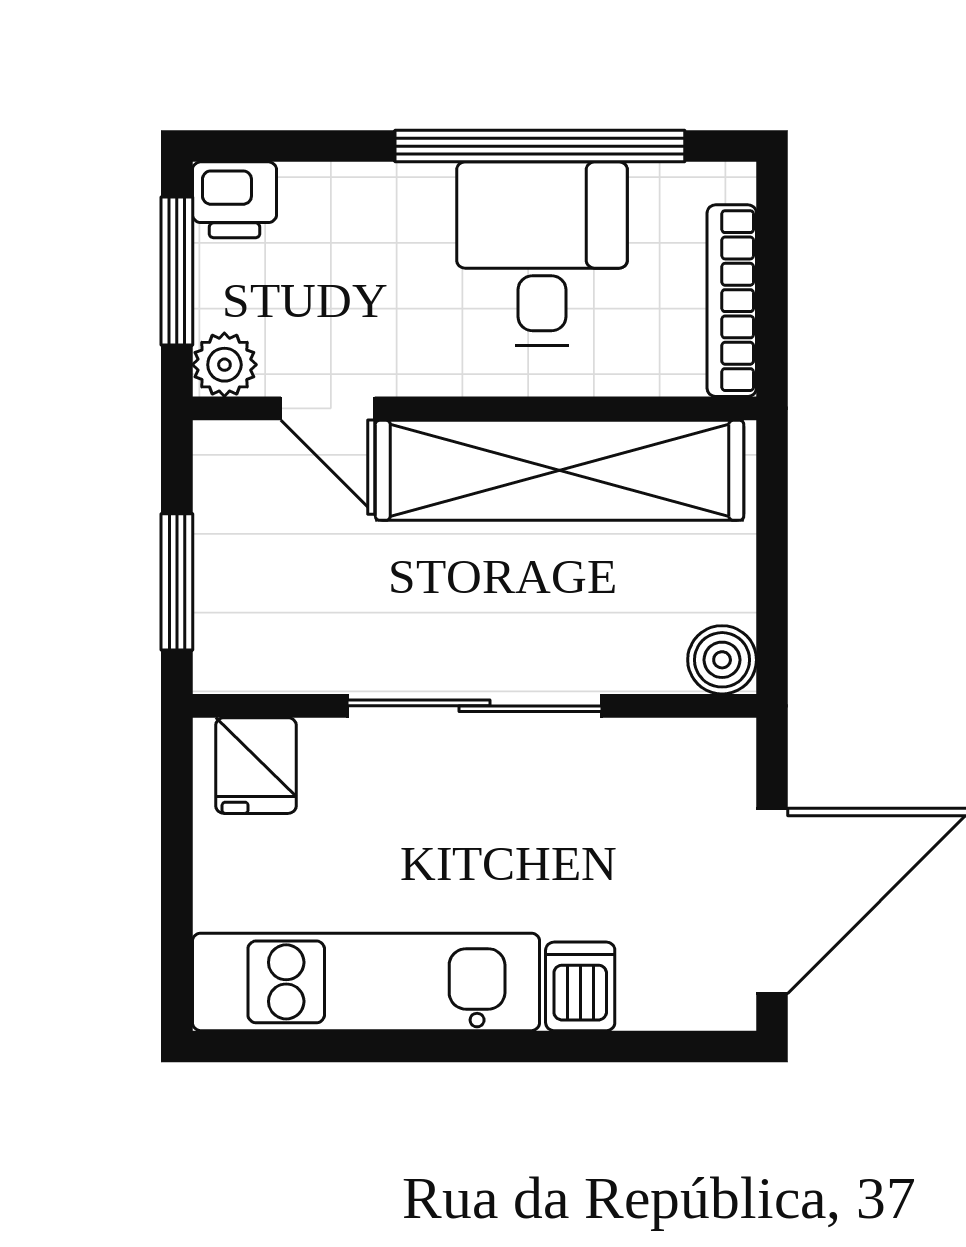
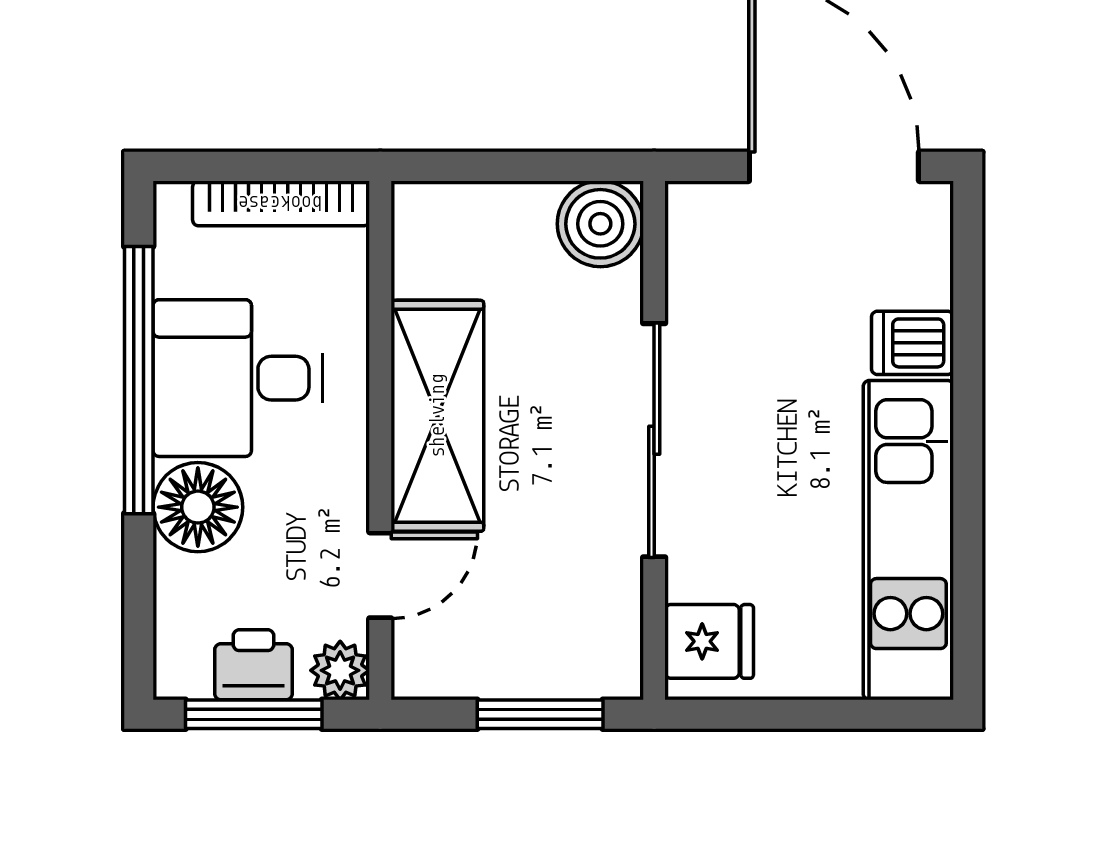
printer: (235, 200) -> (254, 665), moved, turned -90
floor lamp: (402, 210) -> (198, 507), added
shelving: (560, 470) -> (437, 416), width x0.68
boiler: (722, 660) -> (600, 224), width x1.36, depth x1.36

